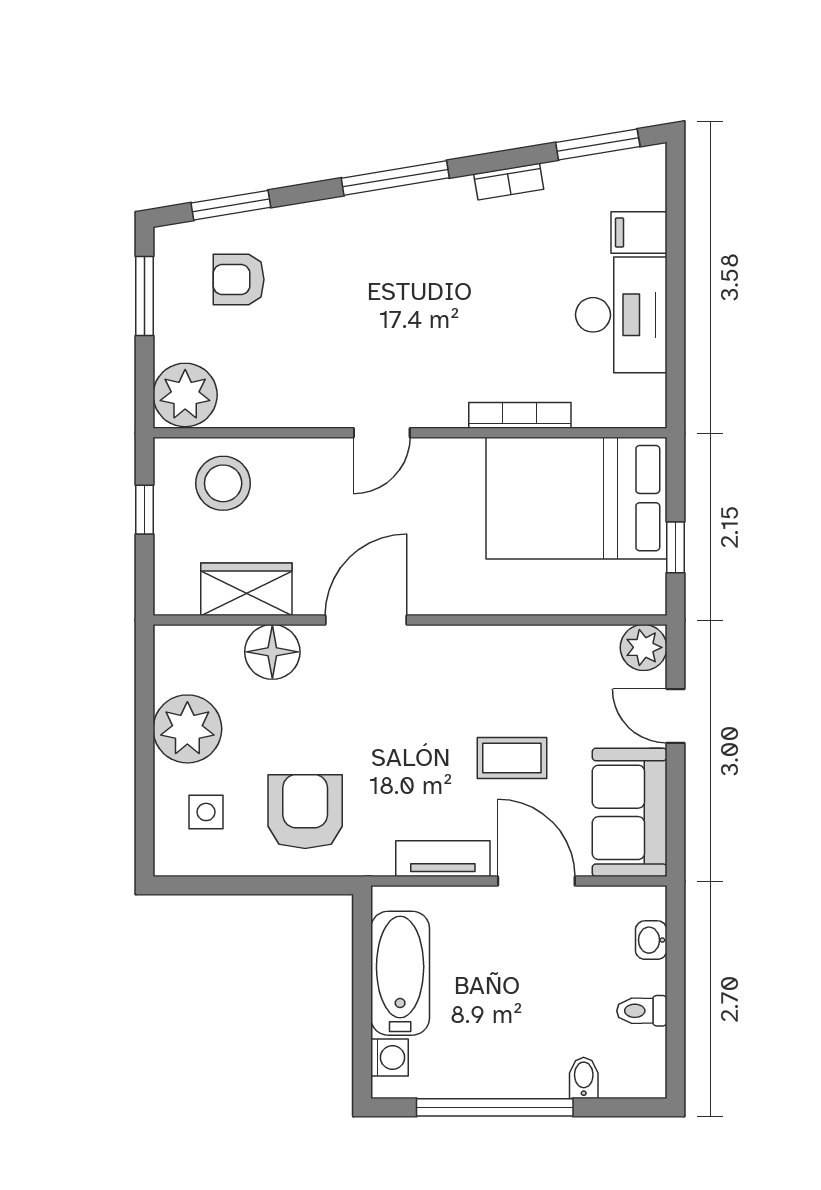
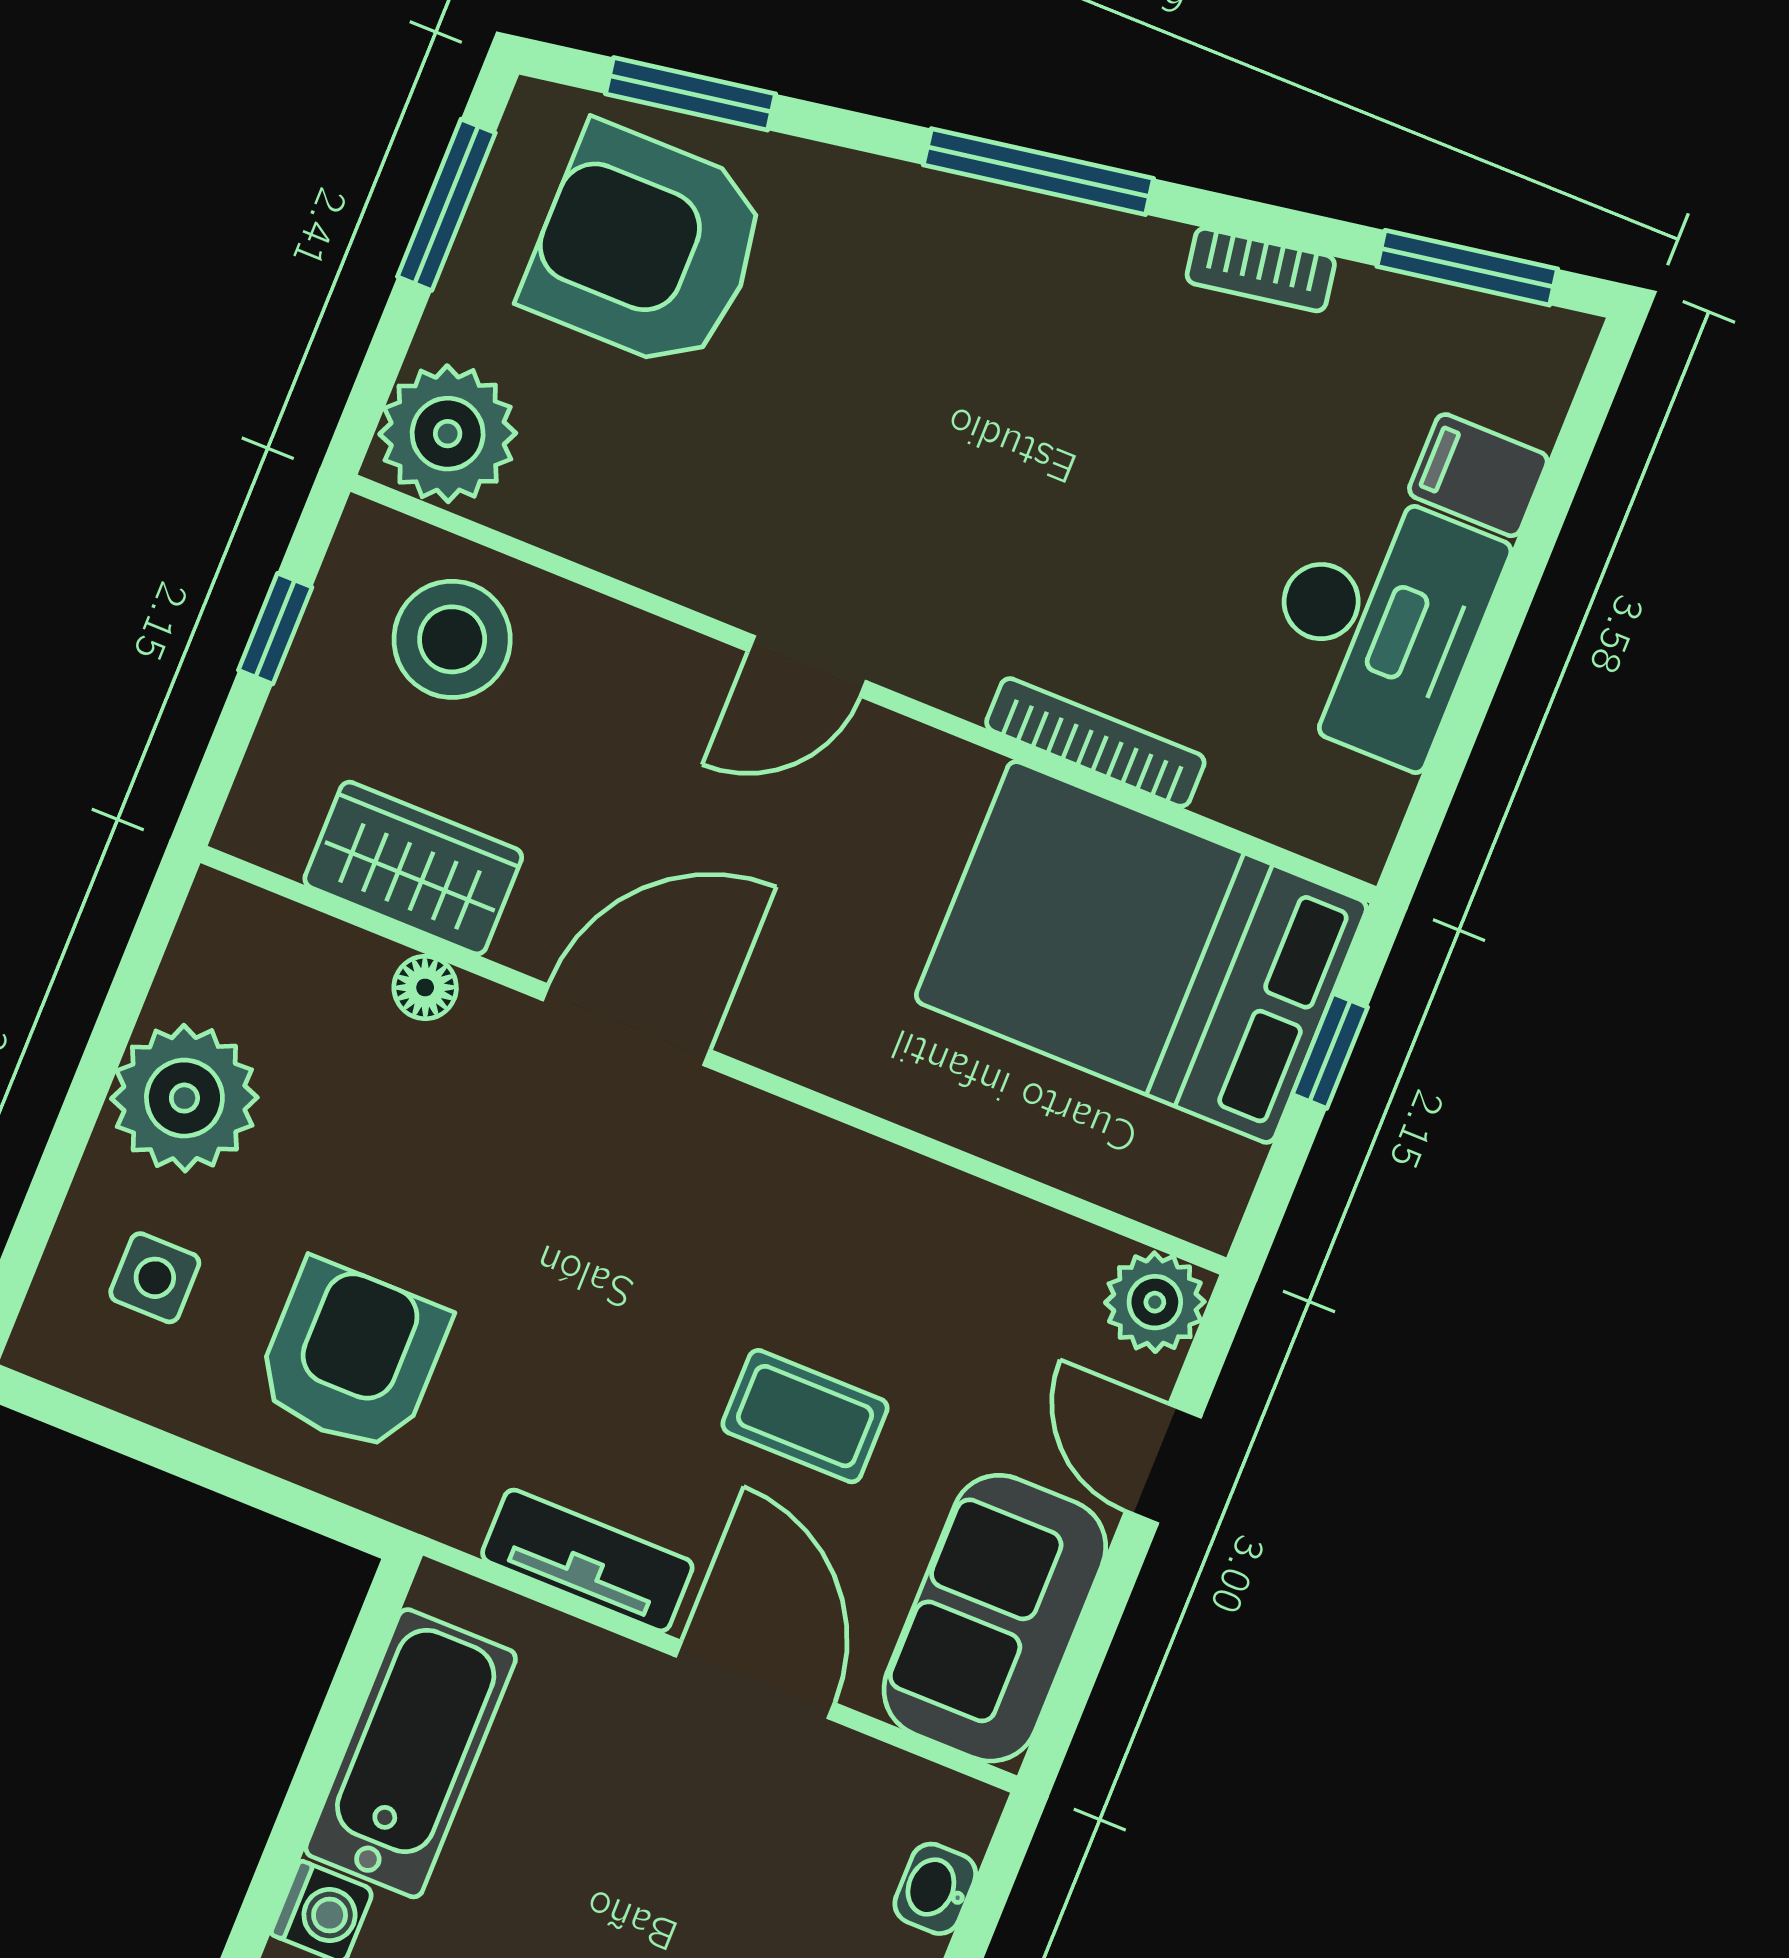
armchair: (239, 280) -> (646, 247), width x1.88, depth x1.88
window: (675, 547) -> (1330, 1051), moved
floor lamp: (272, 652) -> (425, 987), width x0.53, depth x0.53

